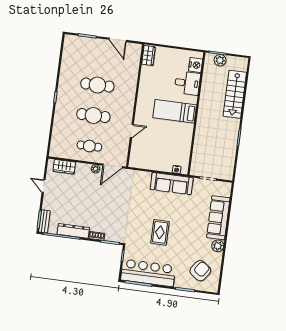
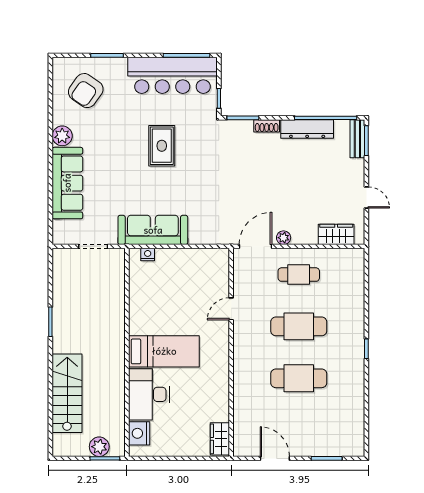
desk: (187, 83) -> (149, 394), width x1.37

